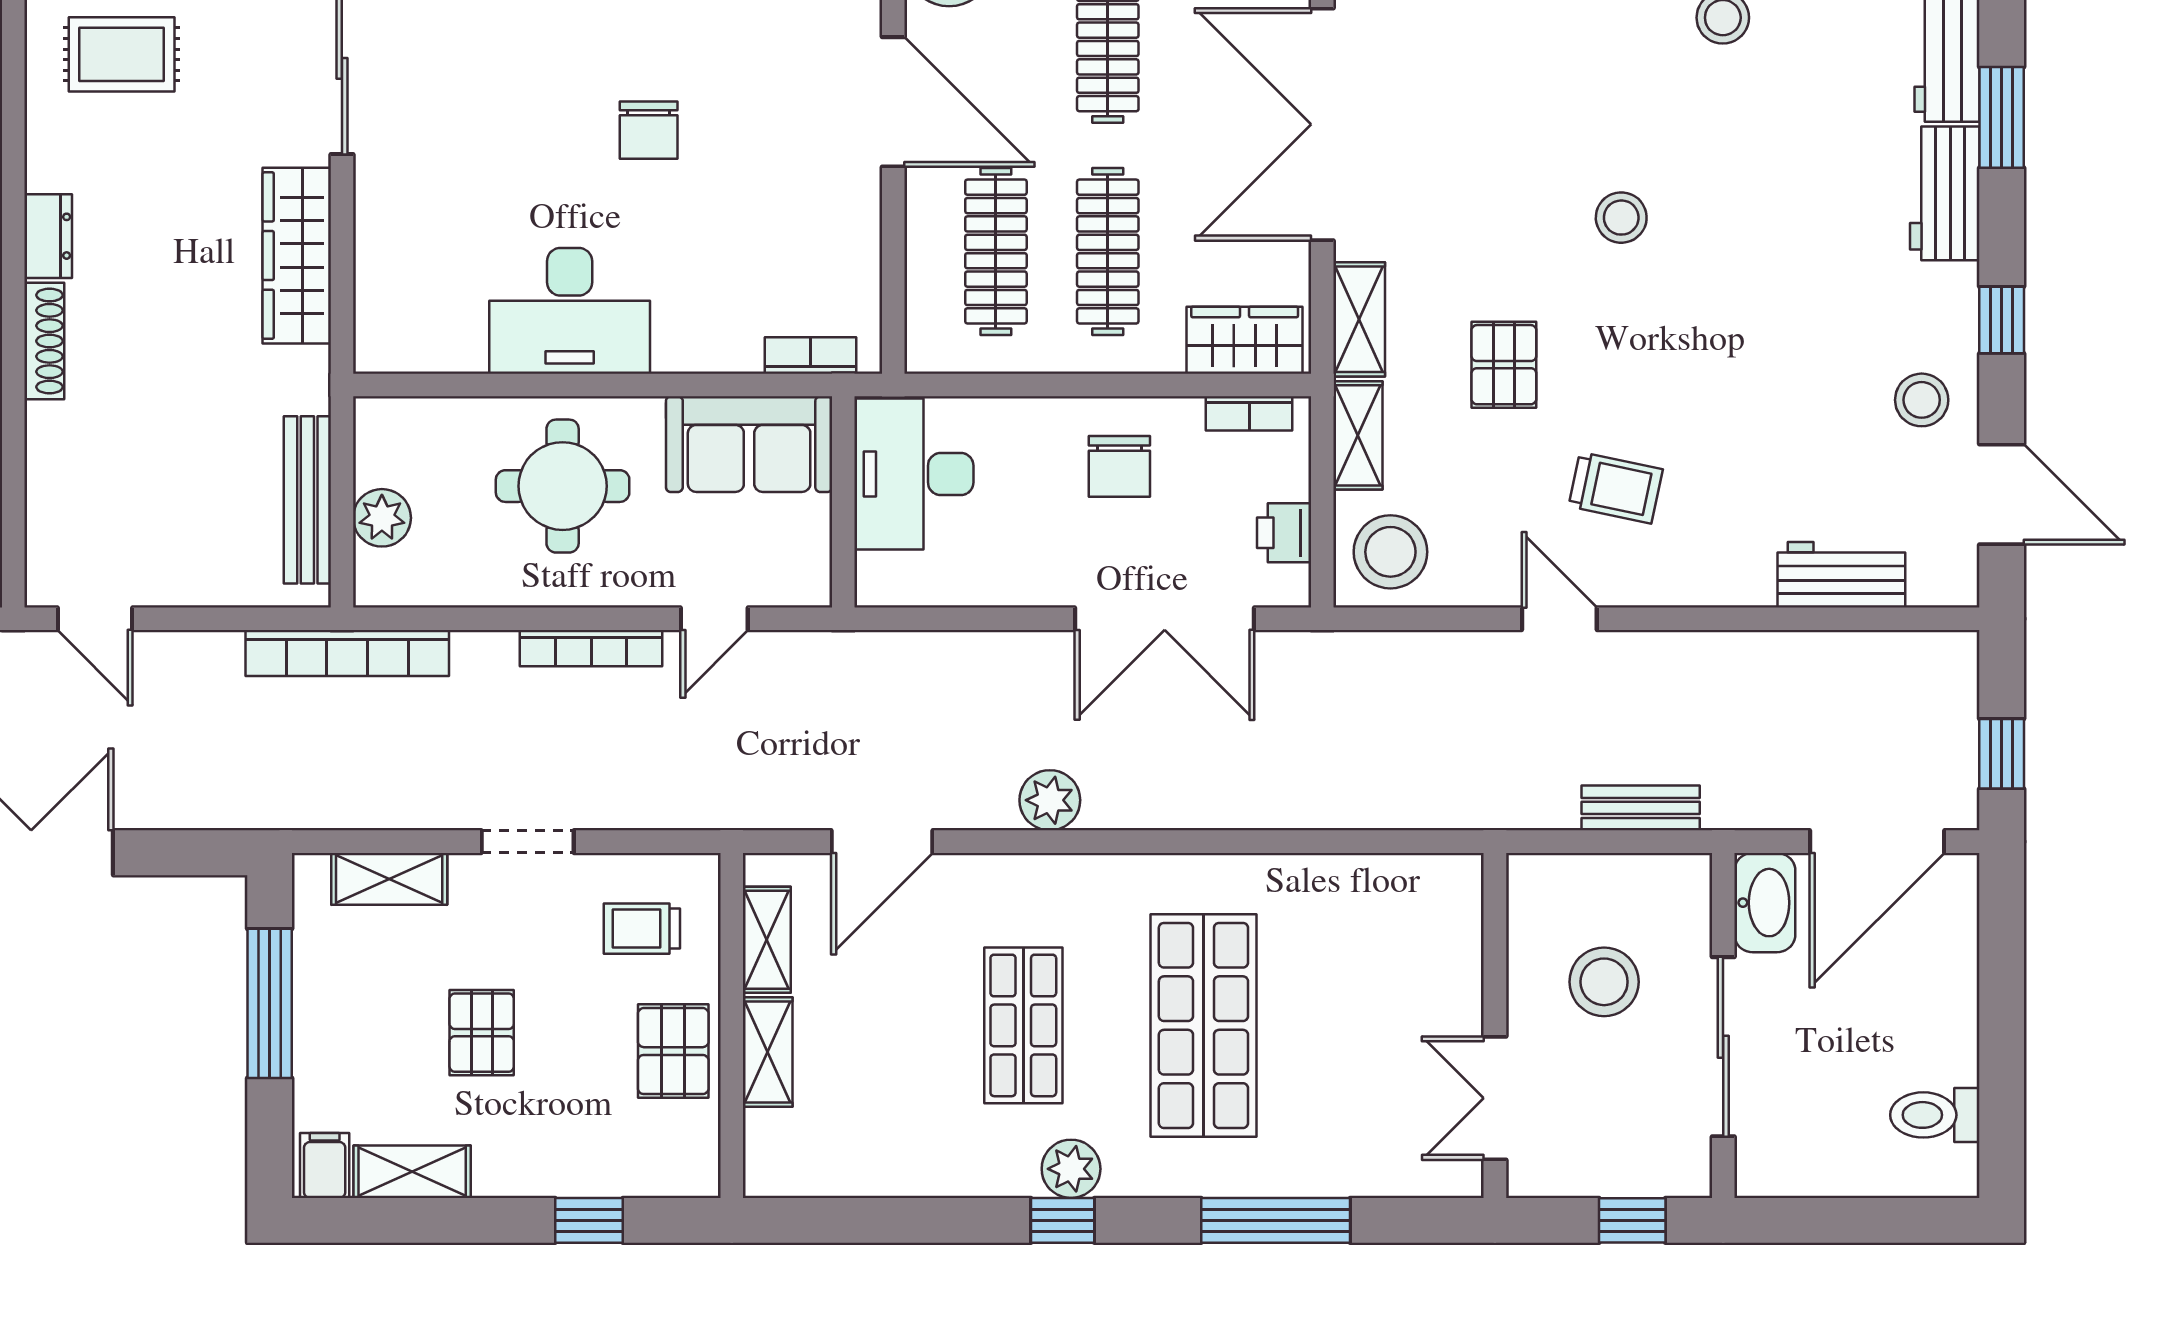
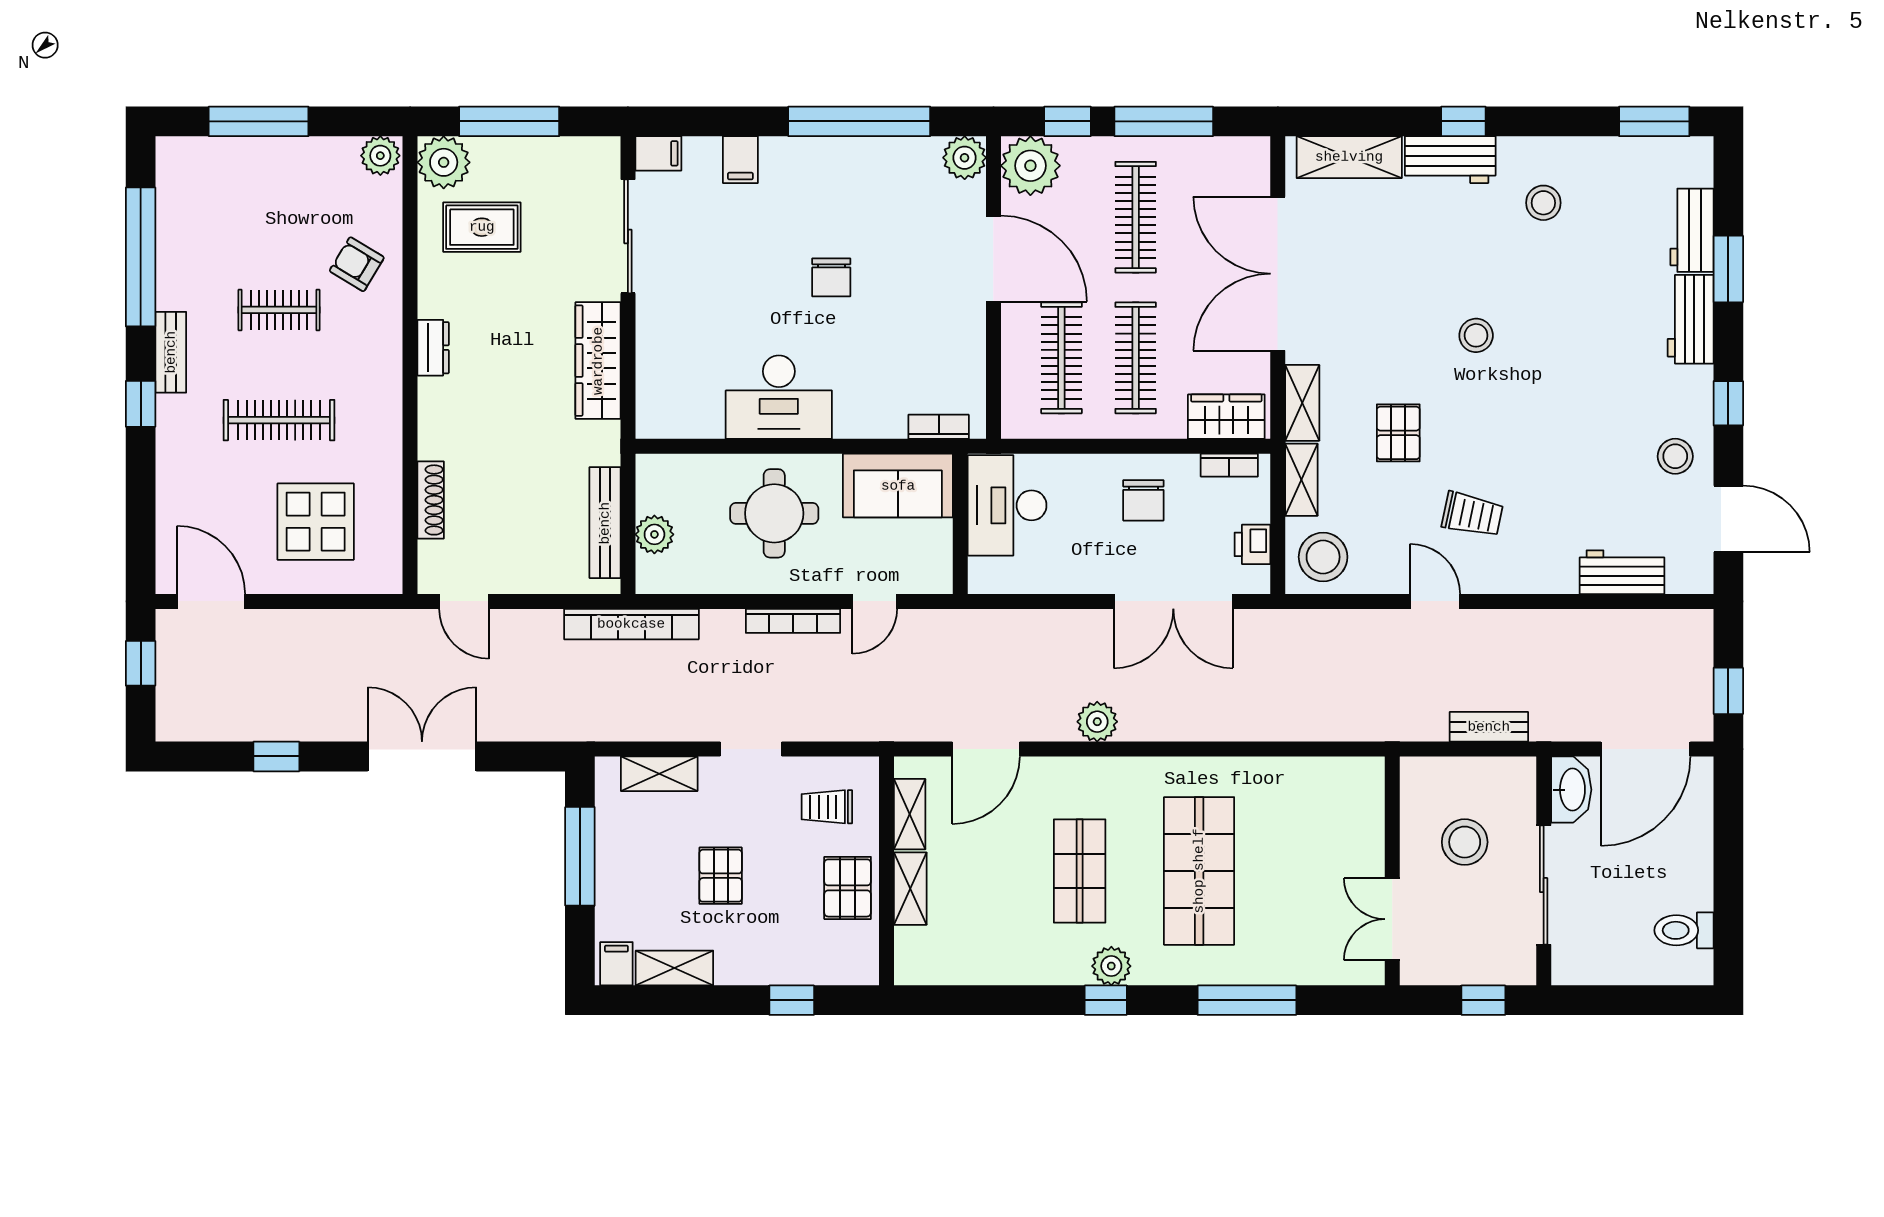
shoe rack: (44, 341) -> (431, 500), moved

